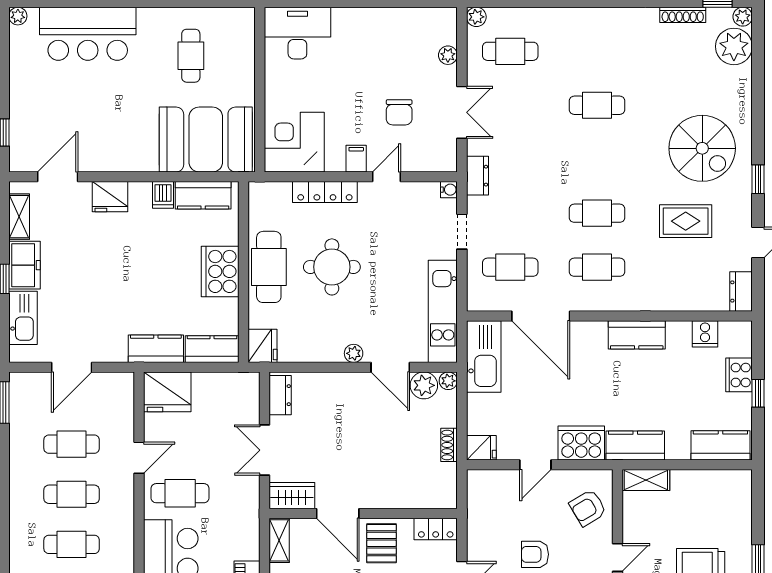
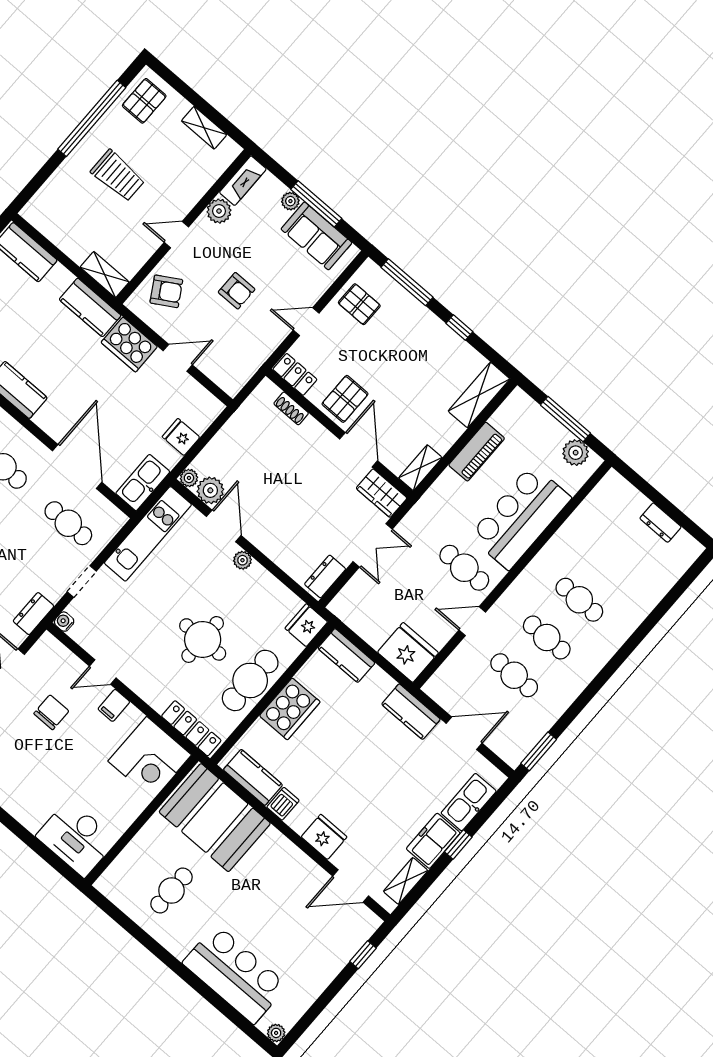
locker: (325, 192) -> (191, 728), moved
kitchen counter: (156, 349) -> (411, 712), moved
kitchen sink: (484, 357) -> (143, 483), width x0.73, depth x0.81
shoe rack: (449, 445) -> (291, 408), moved, turned 90
fridge: (481, 448) -> (181, 437), moved

